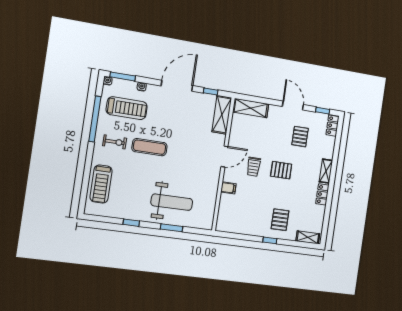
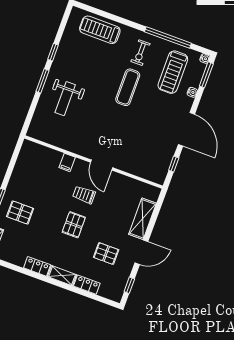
shelving: (251, 108) -> (142, 219), moved
shelving: (222, 115) -> (147, 171), removed
locker: (332, 126) -> (87, 285), moved
weight bench: (172, 202) -> (65, 99), width x0.73, depth x0.75
window: (172, 228) -> (42, 81), moved

